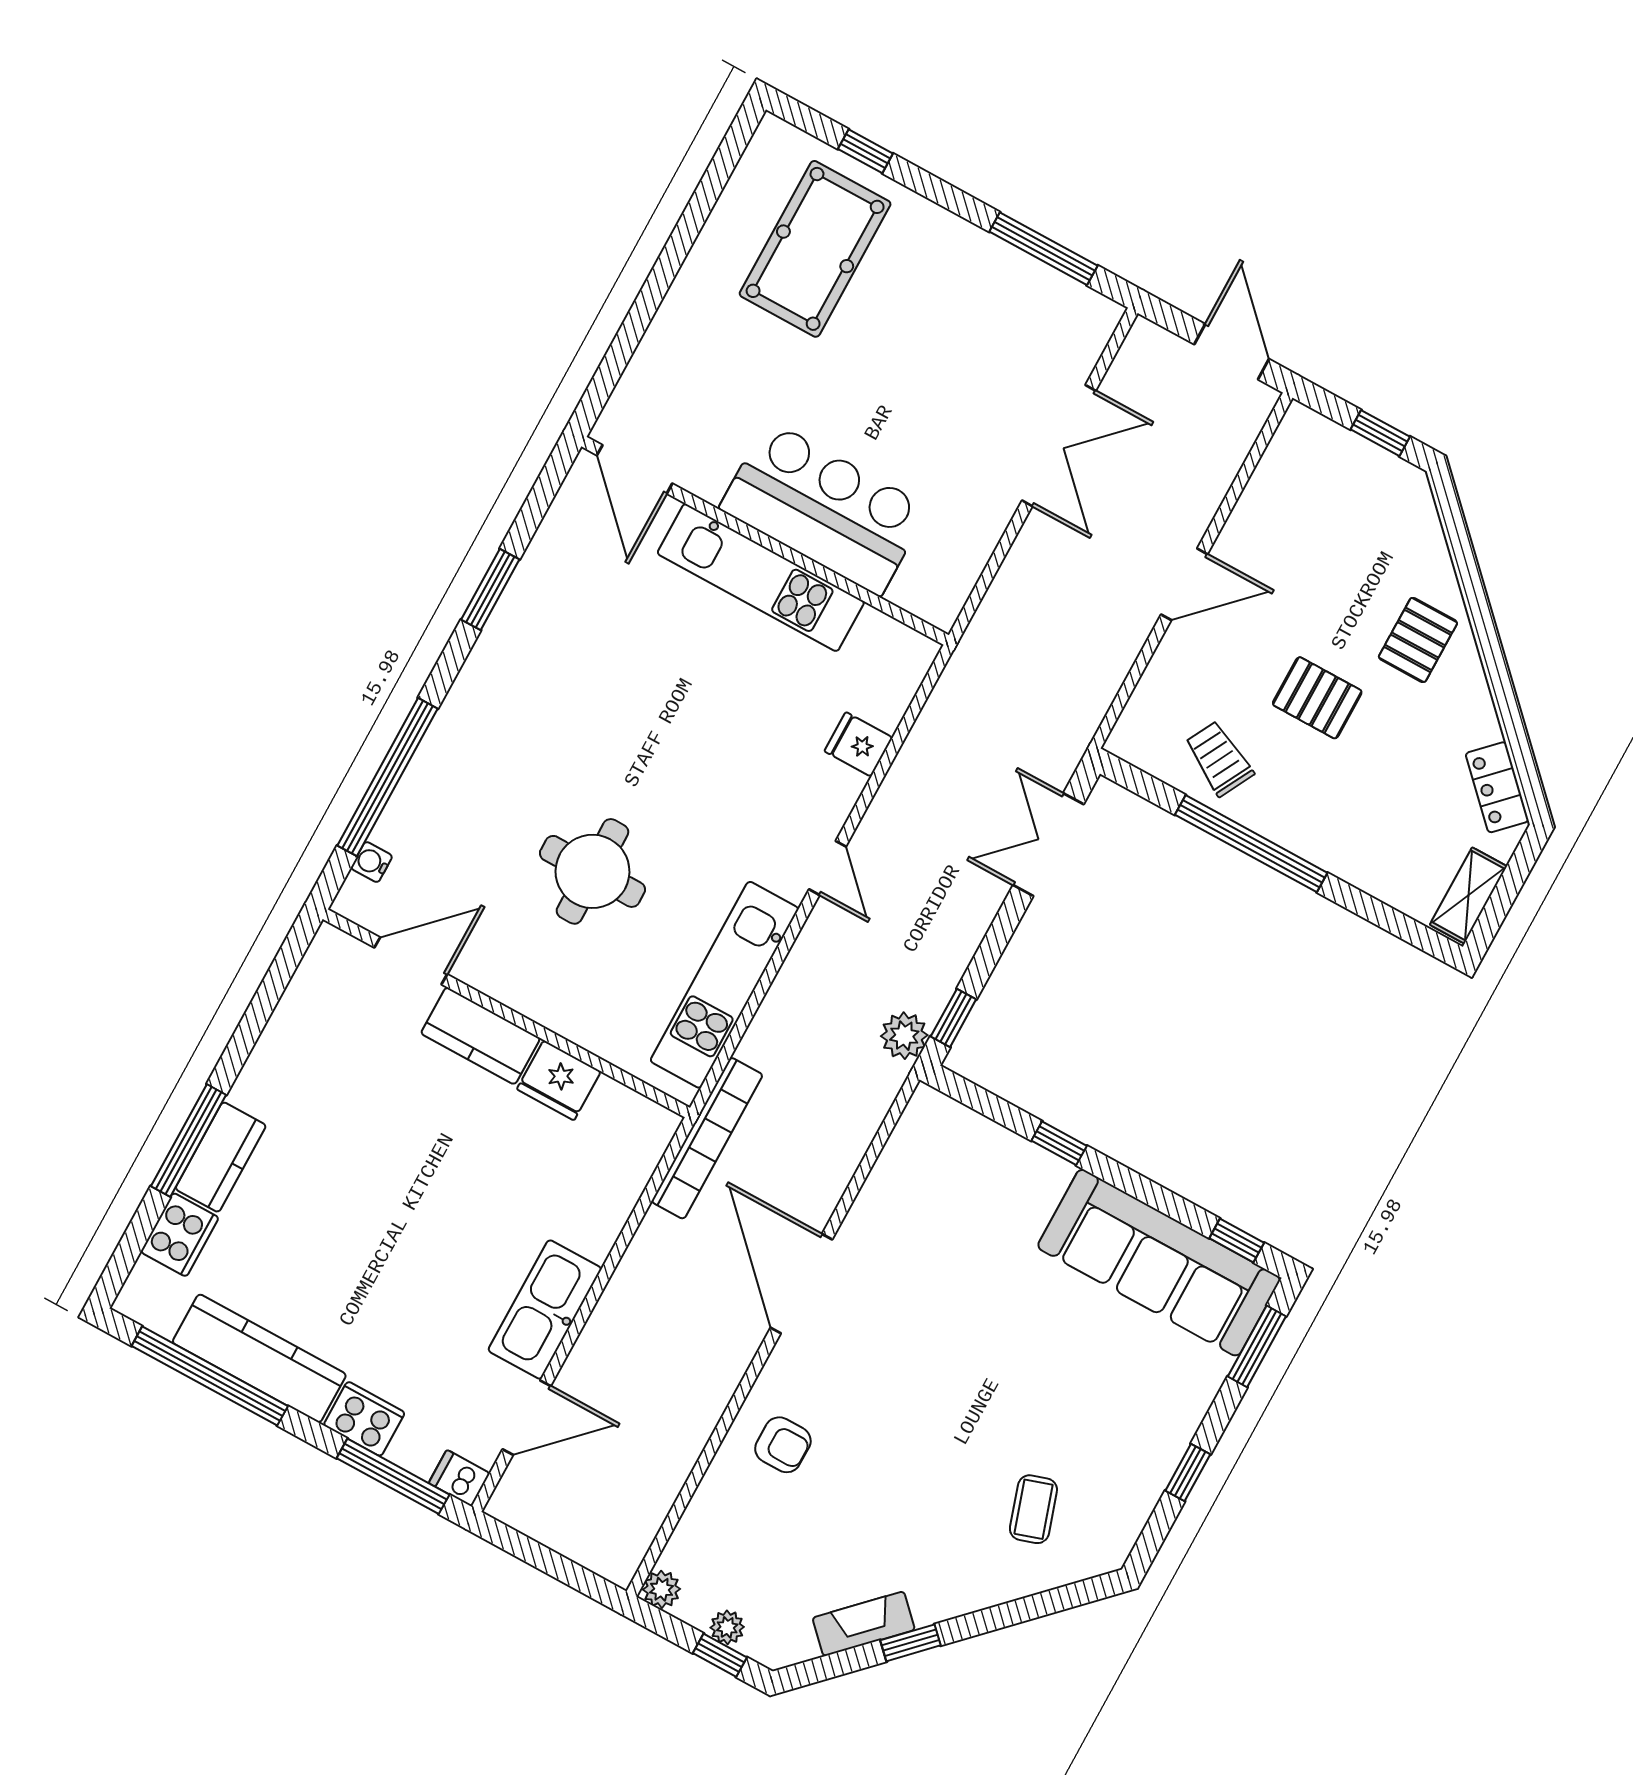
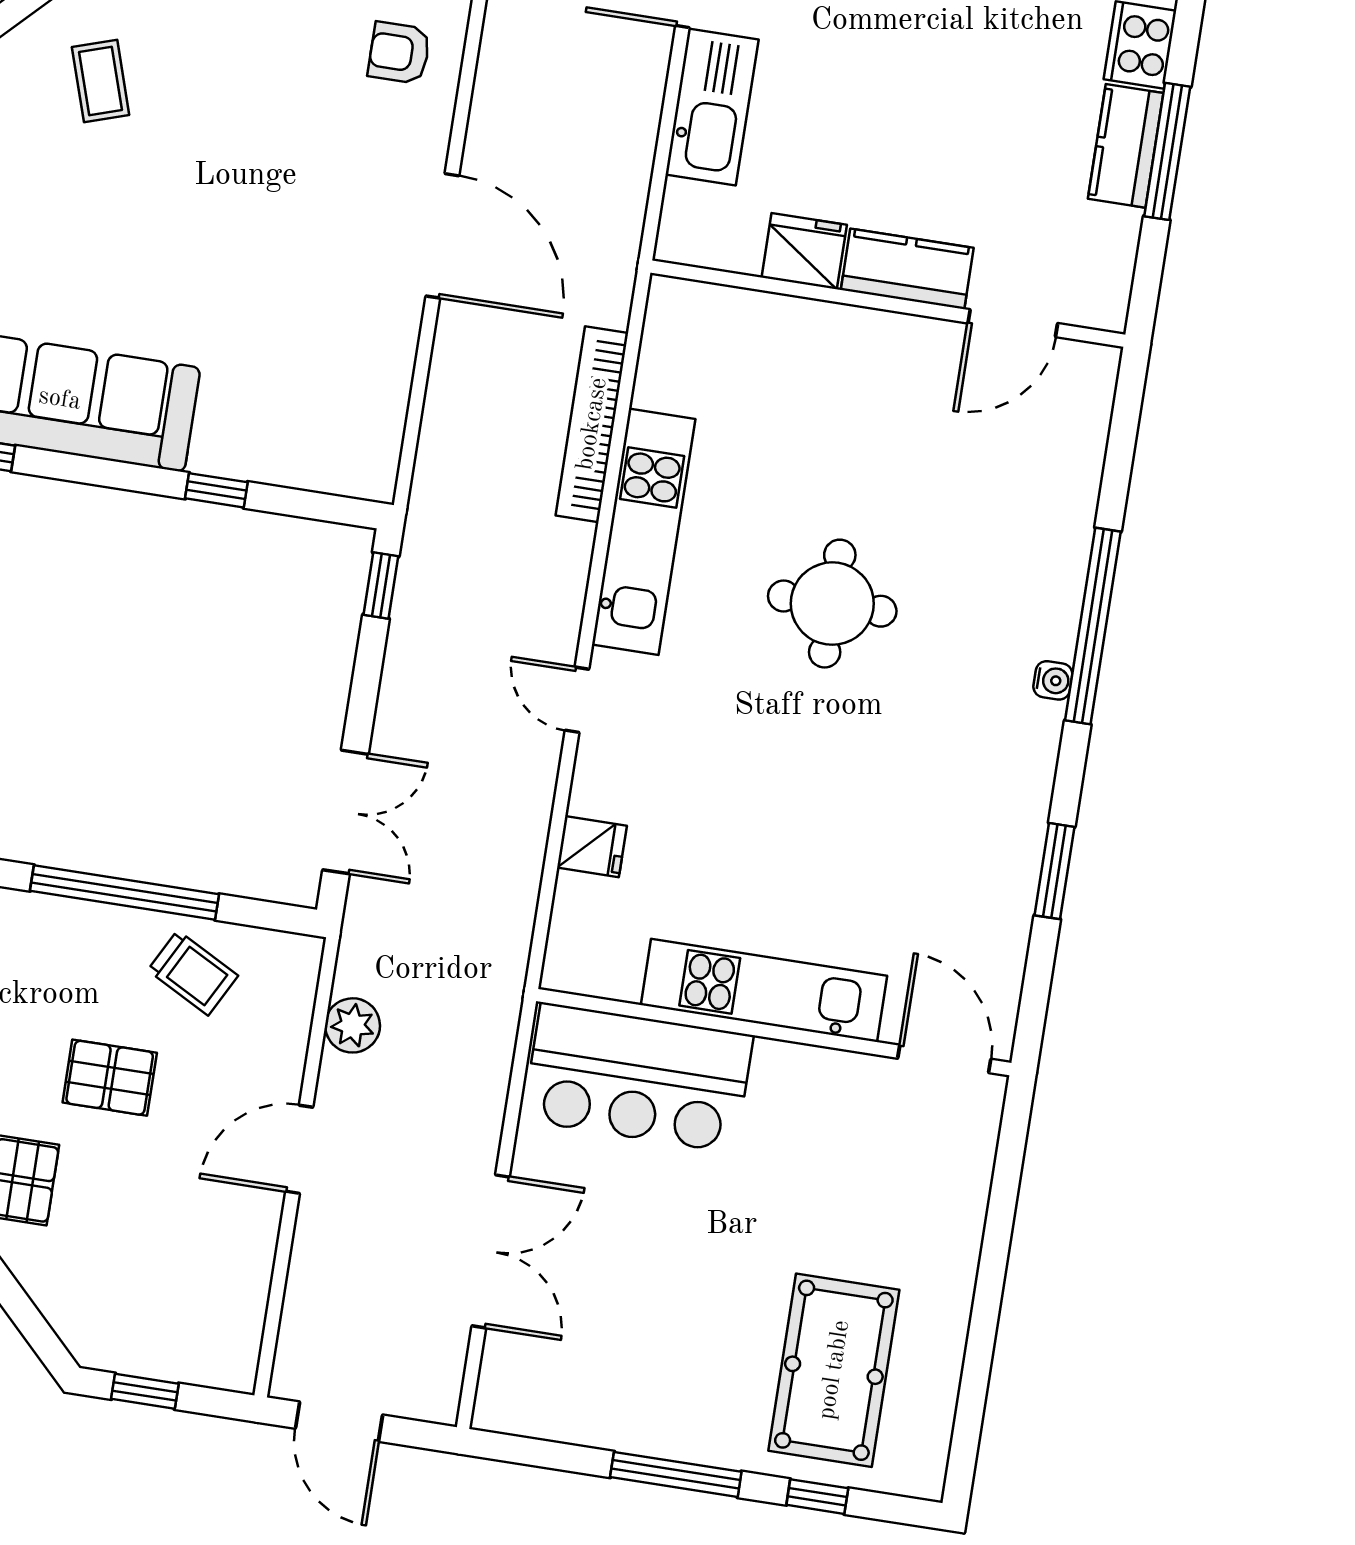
window: (1043, 249) -> (676, 1474), moved
double door: (1059, 446) -> (491, 1251), swing flipped
bar counter: (824, 508) -> (638, 1078), moved
water cooler: (372, 862) -> (1053, 680), moved
door: (411, 961) -> (1013, 323), moved
wall: (506, 1013) -> (888, 304), moved
kitchen counter: (480, 1036) -> (907, 269), moved
plant: (904, 1036) -> (353, 1025), moved
fridge: (559, 1080) -> (804, 251), moved
bookcase: (707, 1138) -> (592, 424), moved

